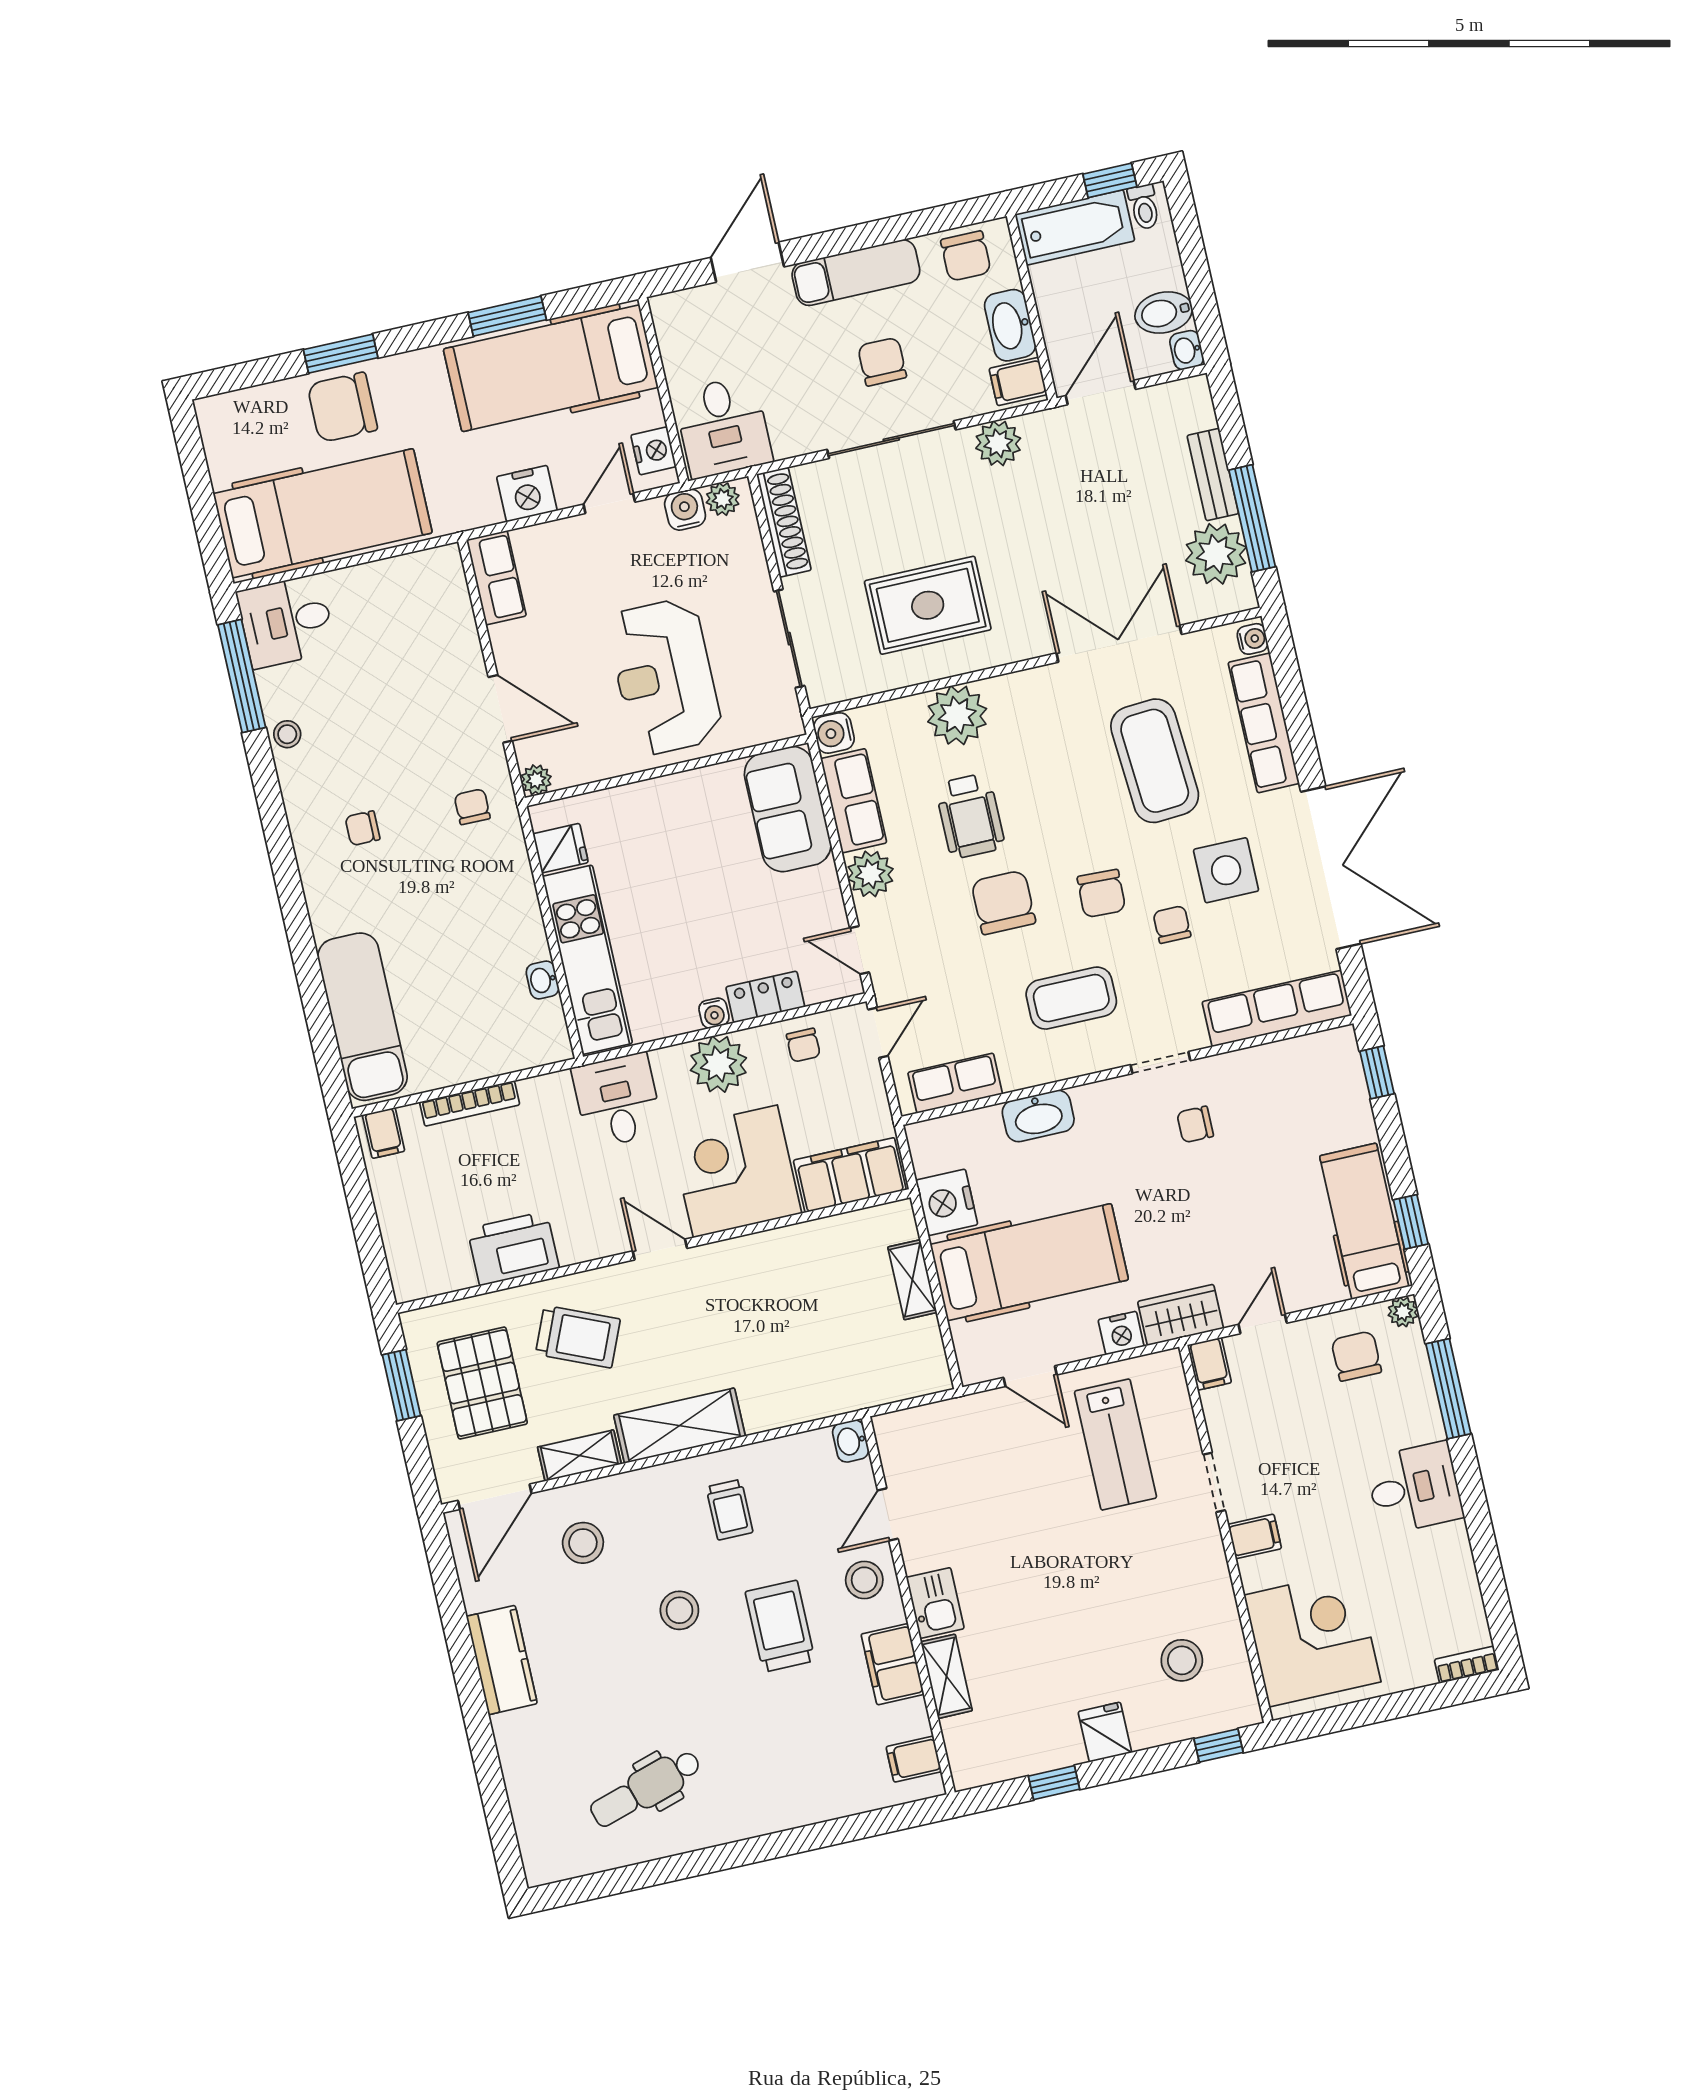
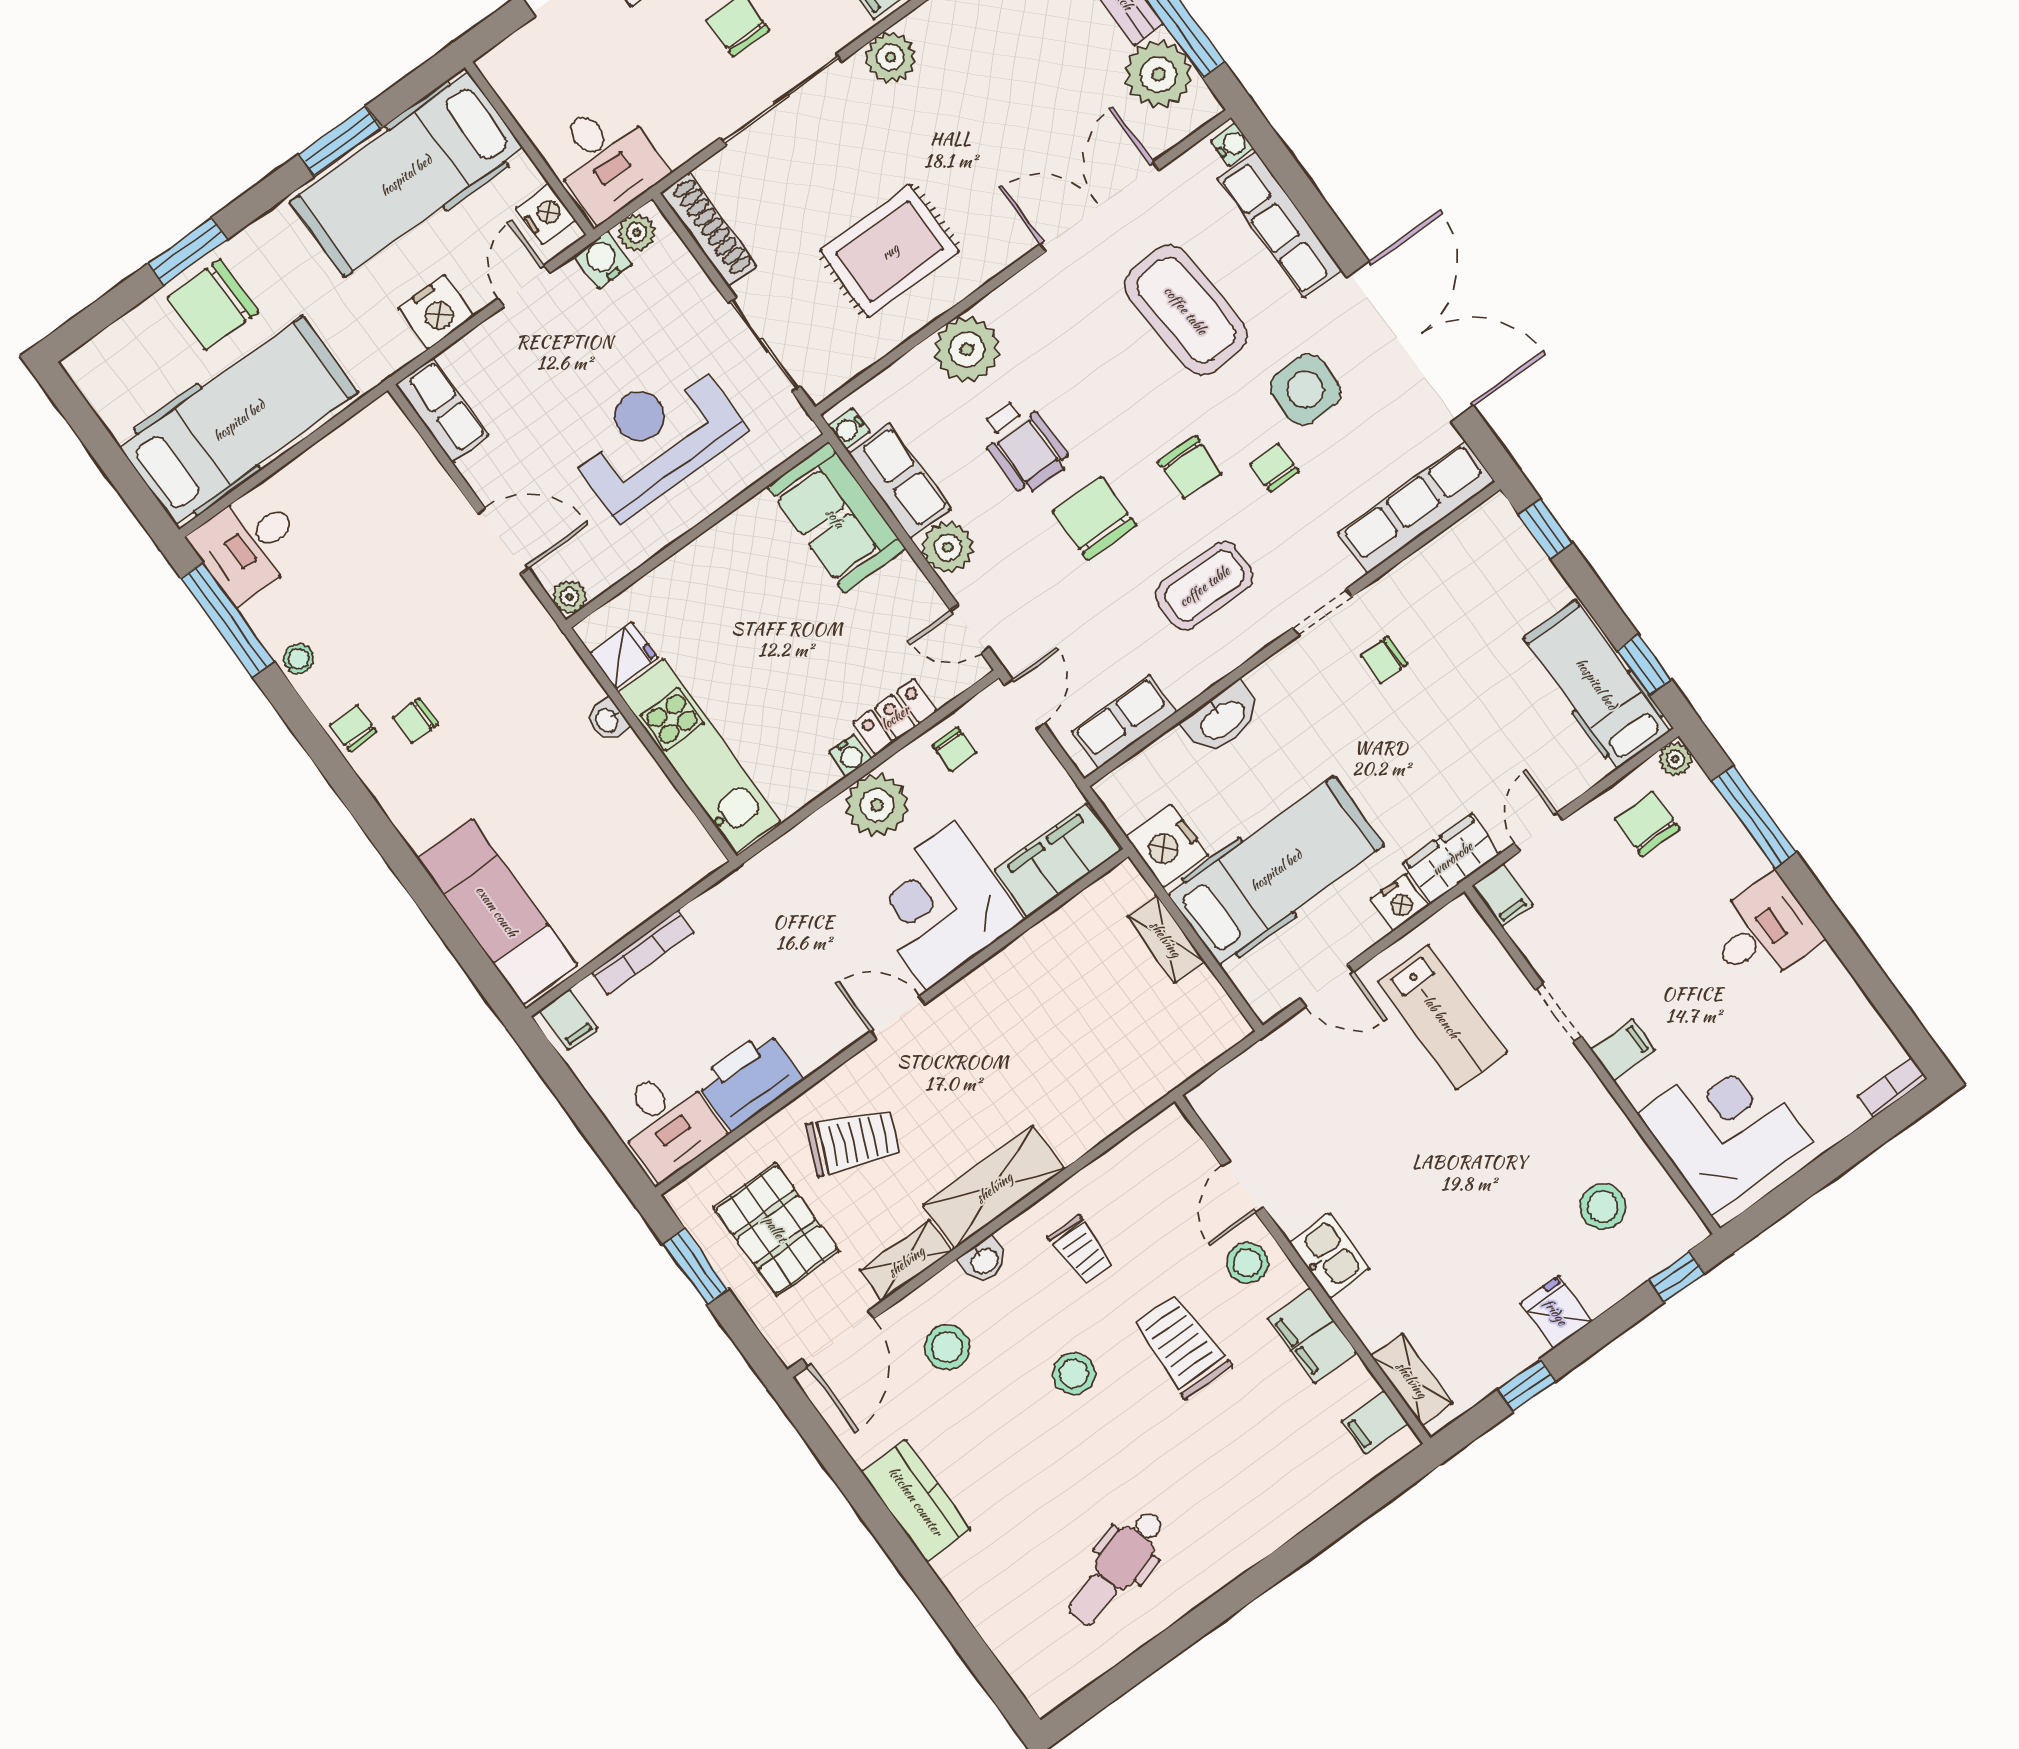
reception desk: (665, 677) -> (655, 437), turned 90
water cooler: (834, 733) -> (849, 429), width x0.72, depth x0.72
chair: (472, 807) -> (354, 728), moved
washbasin: (543, 980) -> (608, 720), moved
desk: (617, 1101) -> (667, 1122), moved, turned 180
washbasin: (851, 1441) -> (984, 1261), moved, turned -90
shelving: (946, 1676) -> (1412, 1380), moved

